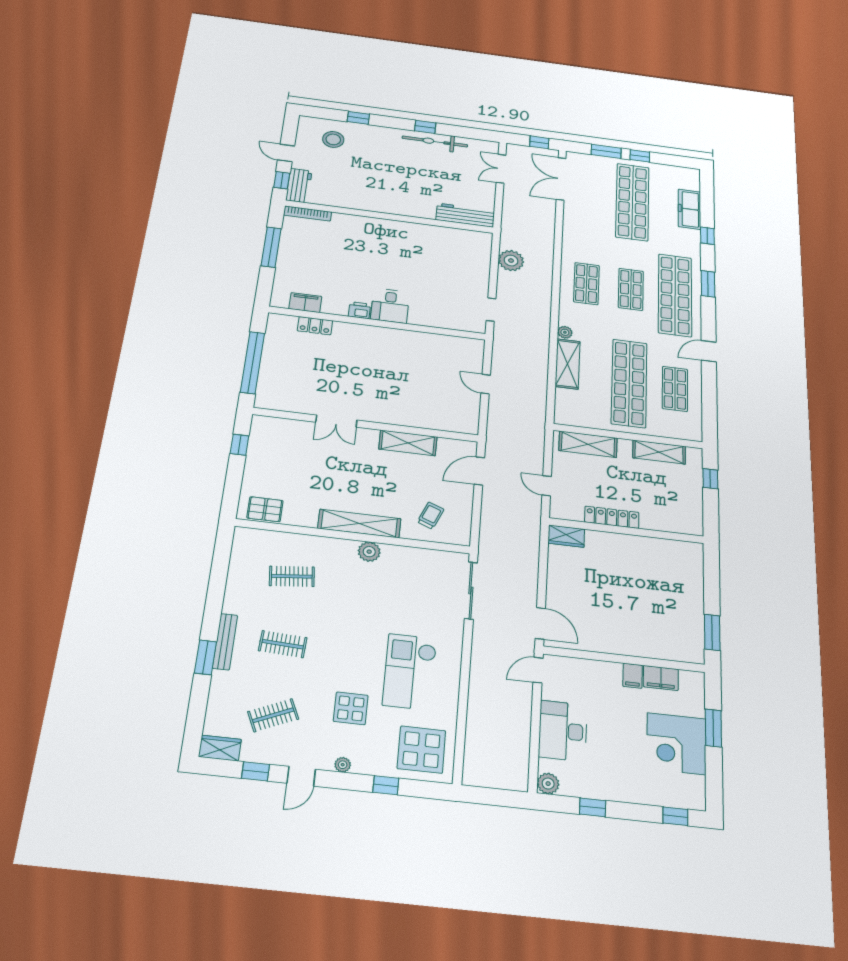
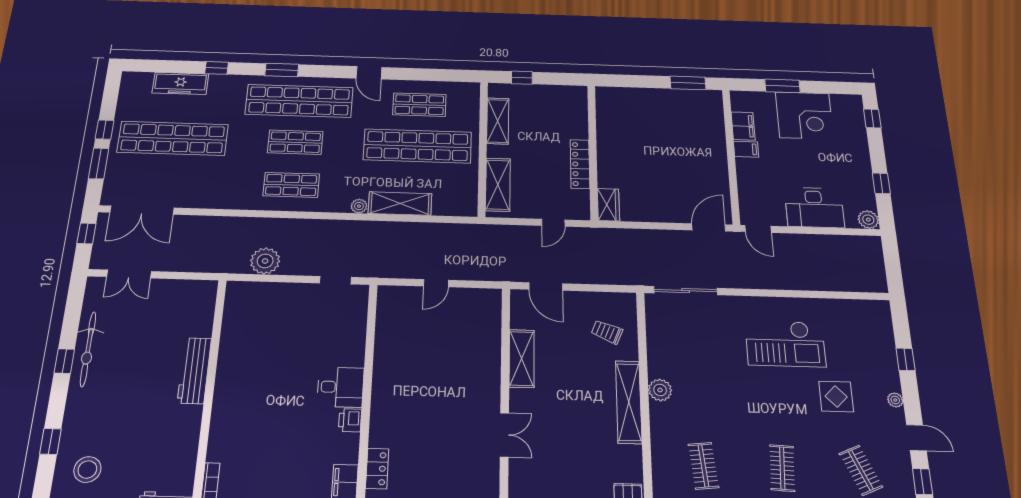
workbench: (465, 215) -> (194, 371), moved
display table: (421, 750) -> (862, 329), removed

